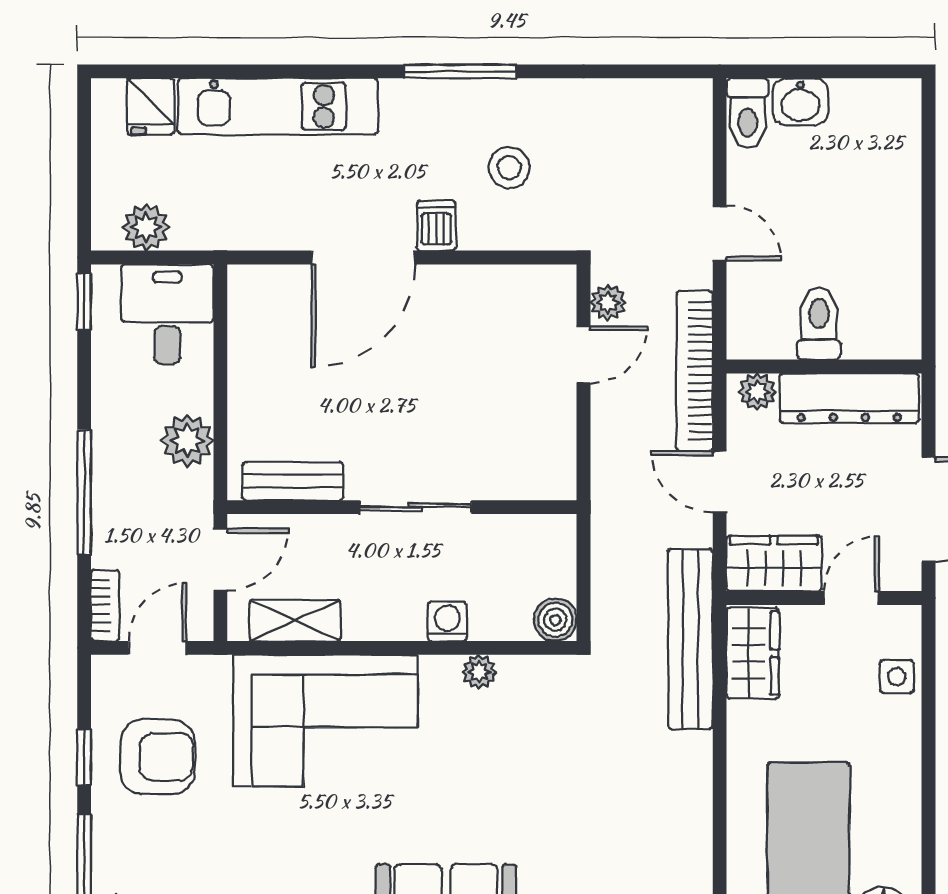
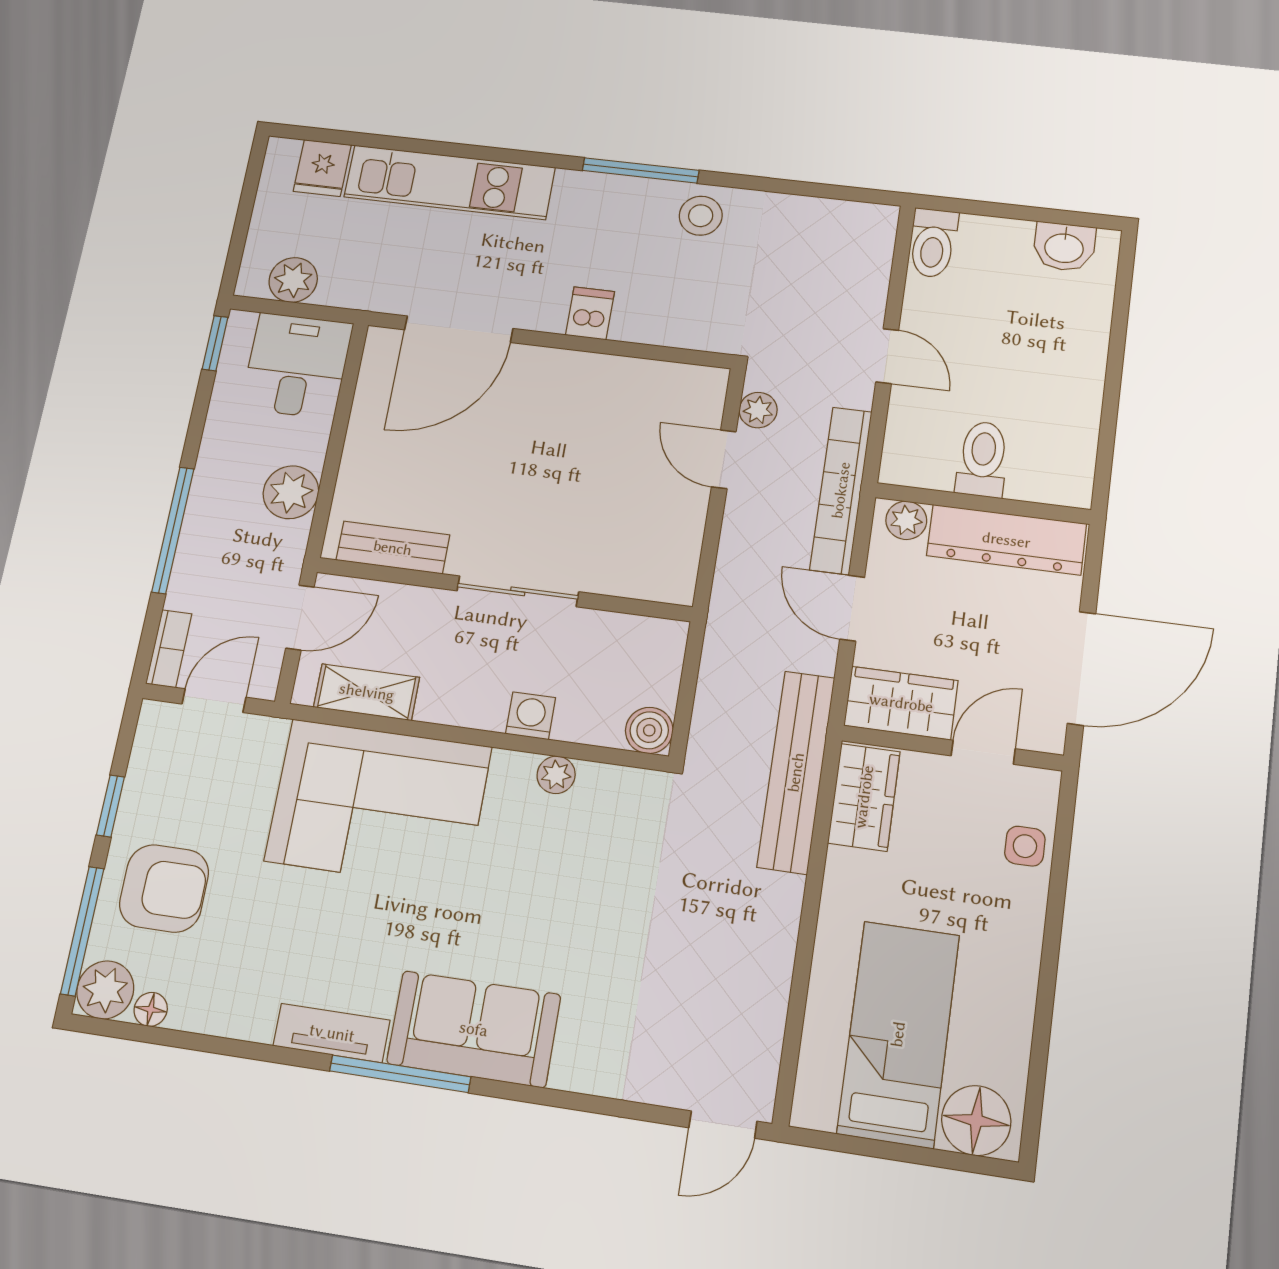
washbasin: (800, 102) -> (1064, 247), moved
stool: (509, 168) -> (701, 216), moved
door: (363, 258) -> (459, 329), moved
door: (583, 355) -> (724, 459), swing flipped
armchair: (157, 757) -> (164, 888), moved

